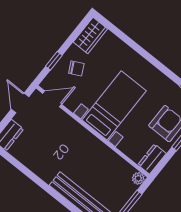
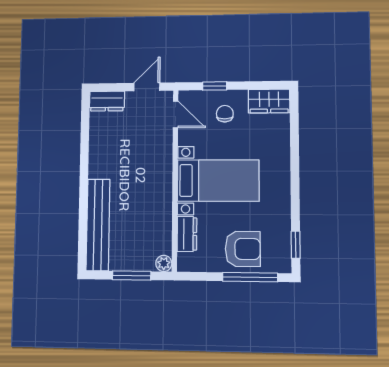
chair: (76, 68) -> (225, 114), turned -153
dresser: (152, 159) -> (187, 234), moved, turned 90

